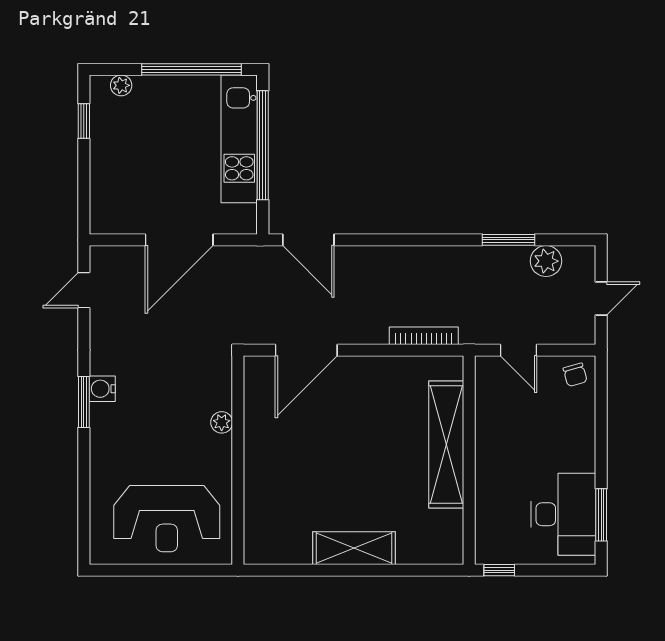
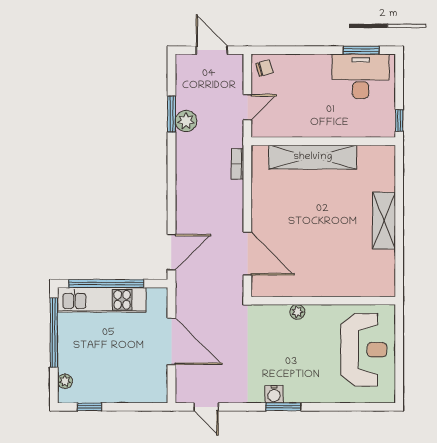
plant: (546, 261) -> (186, 121), moved
door: (601, 298) -> (212, 50), width x1.38
bookcase: (424, 336) -> (238, 164), width x0.64

